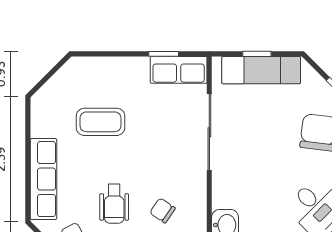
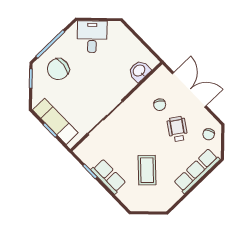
row of seats: (179, 70) -> (109, 176), moved
coffee table: (101, 122) -> (147, 170), turned 43
wheelchair: (114, 204) -> (177, 129), turned -56

